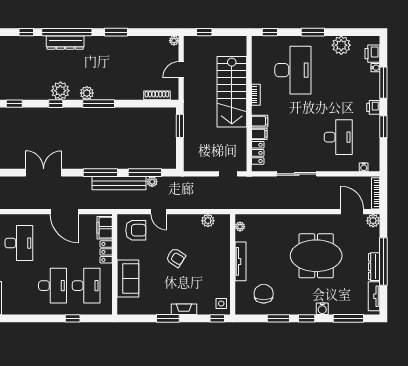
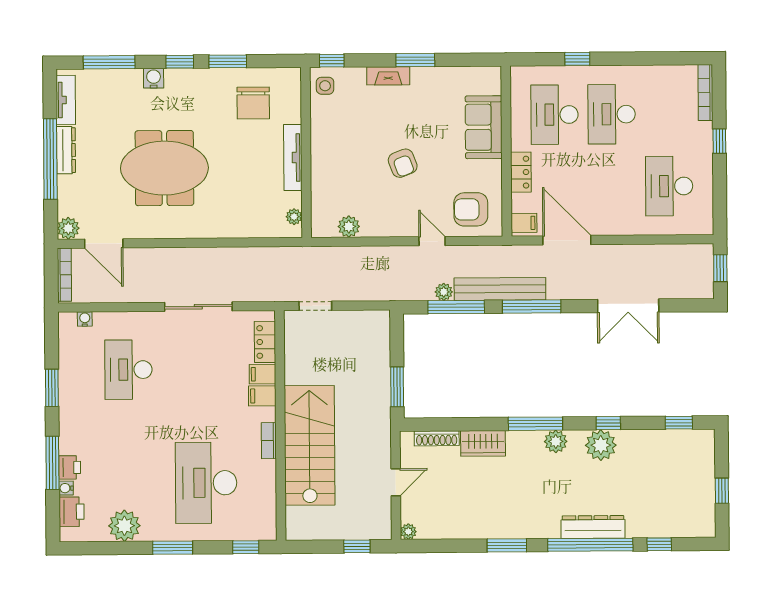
wardrobe: (130, 92) -> (483, 443), added
printer: (373, 107) -> (70, 467), moved
door: (64, 212) -> (567, 240), moved
filing cabinet: (105, 228) -> (524, 223), width x0.50
armchair: (176, 258) -> (403, 163), turned -143

